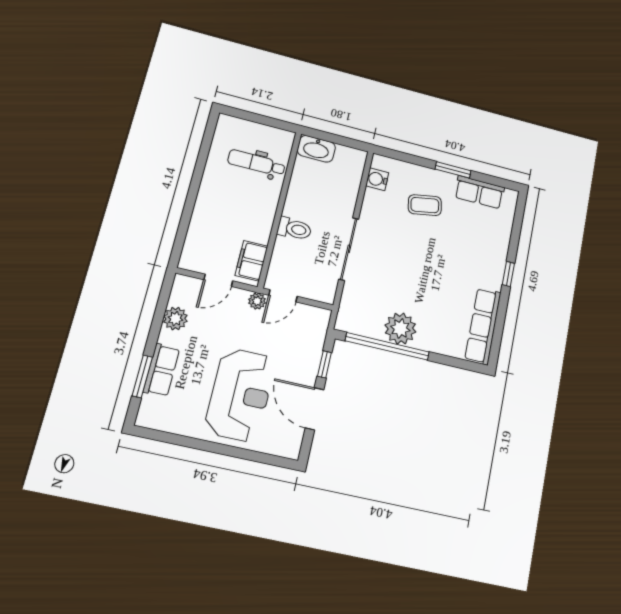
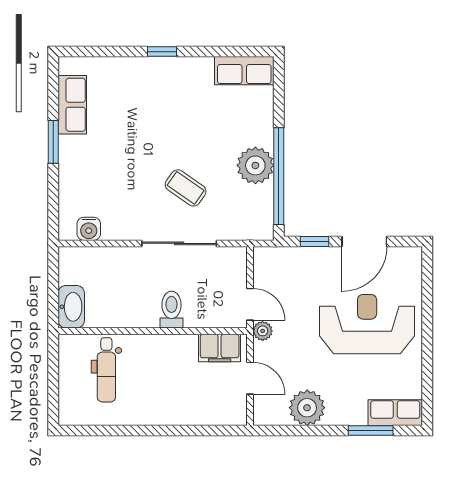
coffee table: (425, 205) -> (186, 188), moved, turned -45
plant: (175, 319) -> (307, 408), width x1.36, depth x1.36
row of seats: (483, 326) -> (244, 71), width x0.68
row of seats: (161, 370) -> (395, 413), moved

